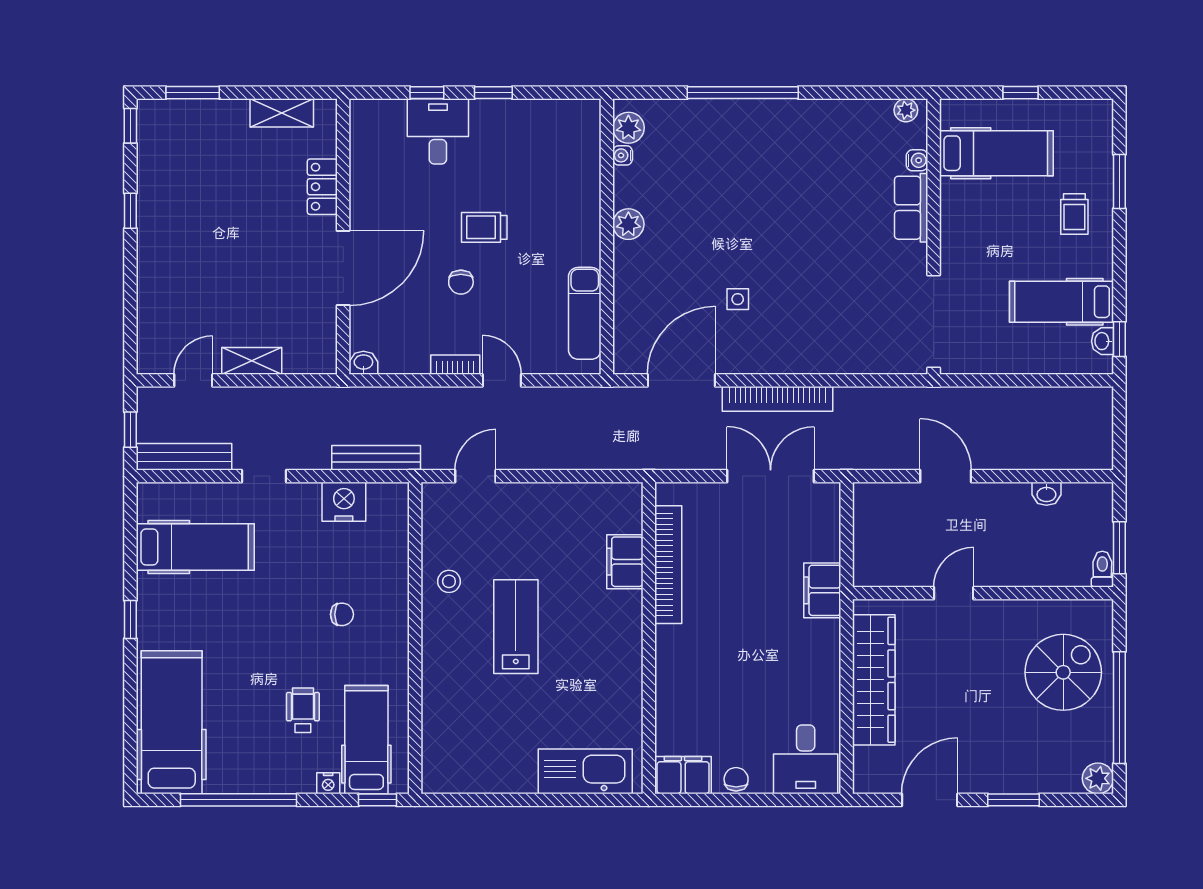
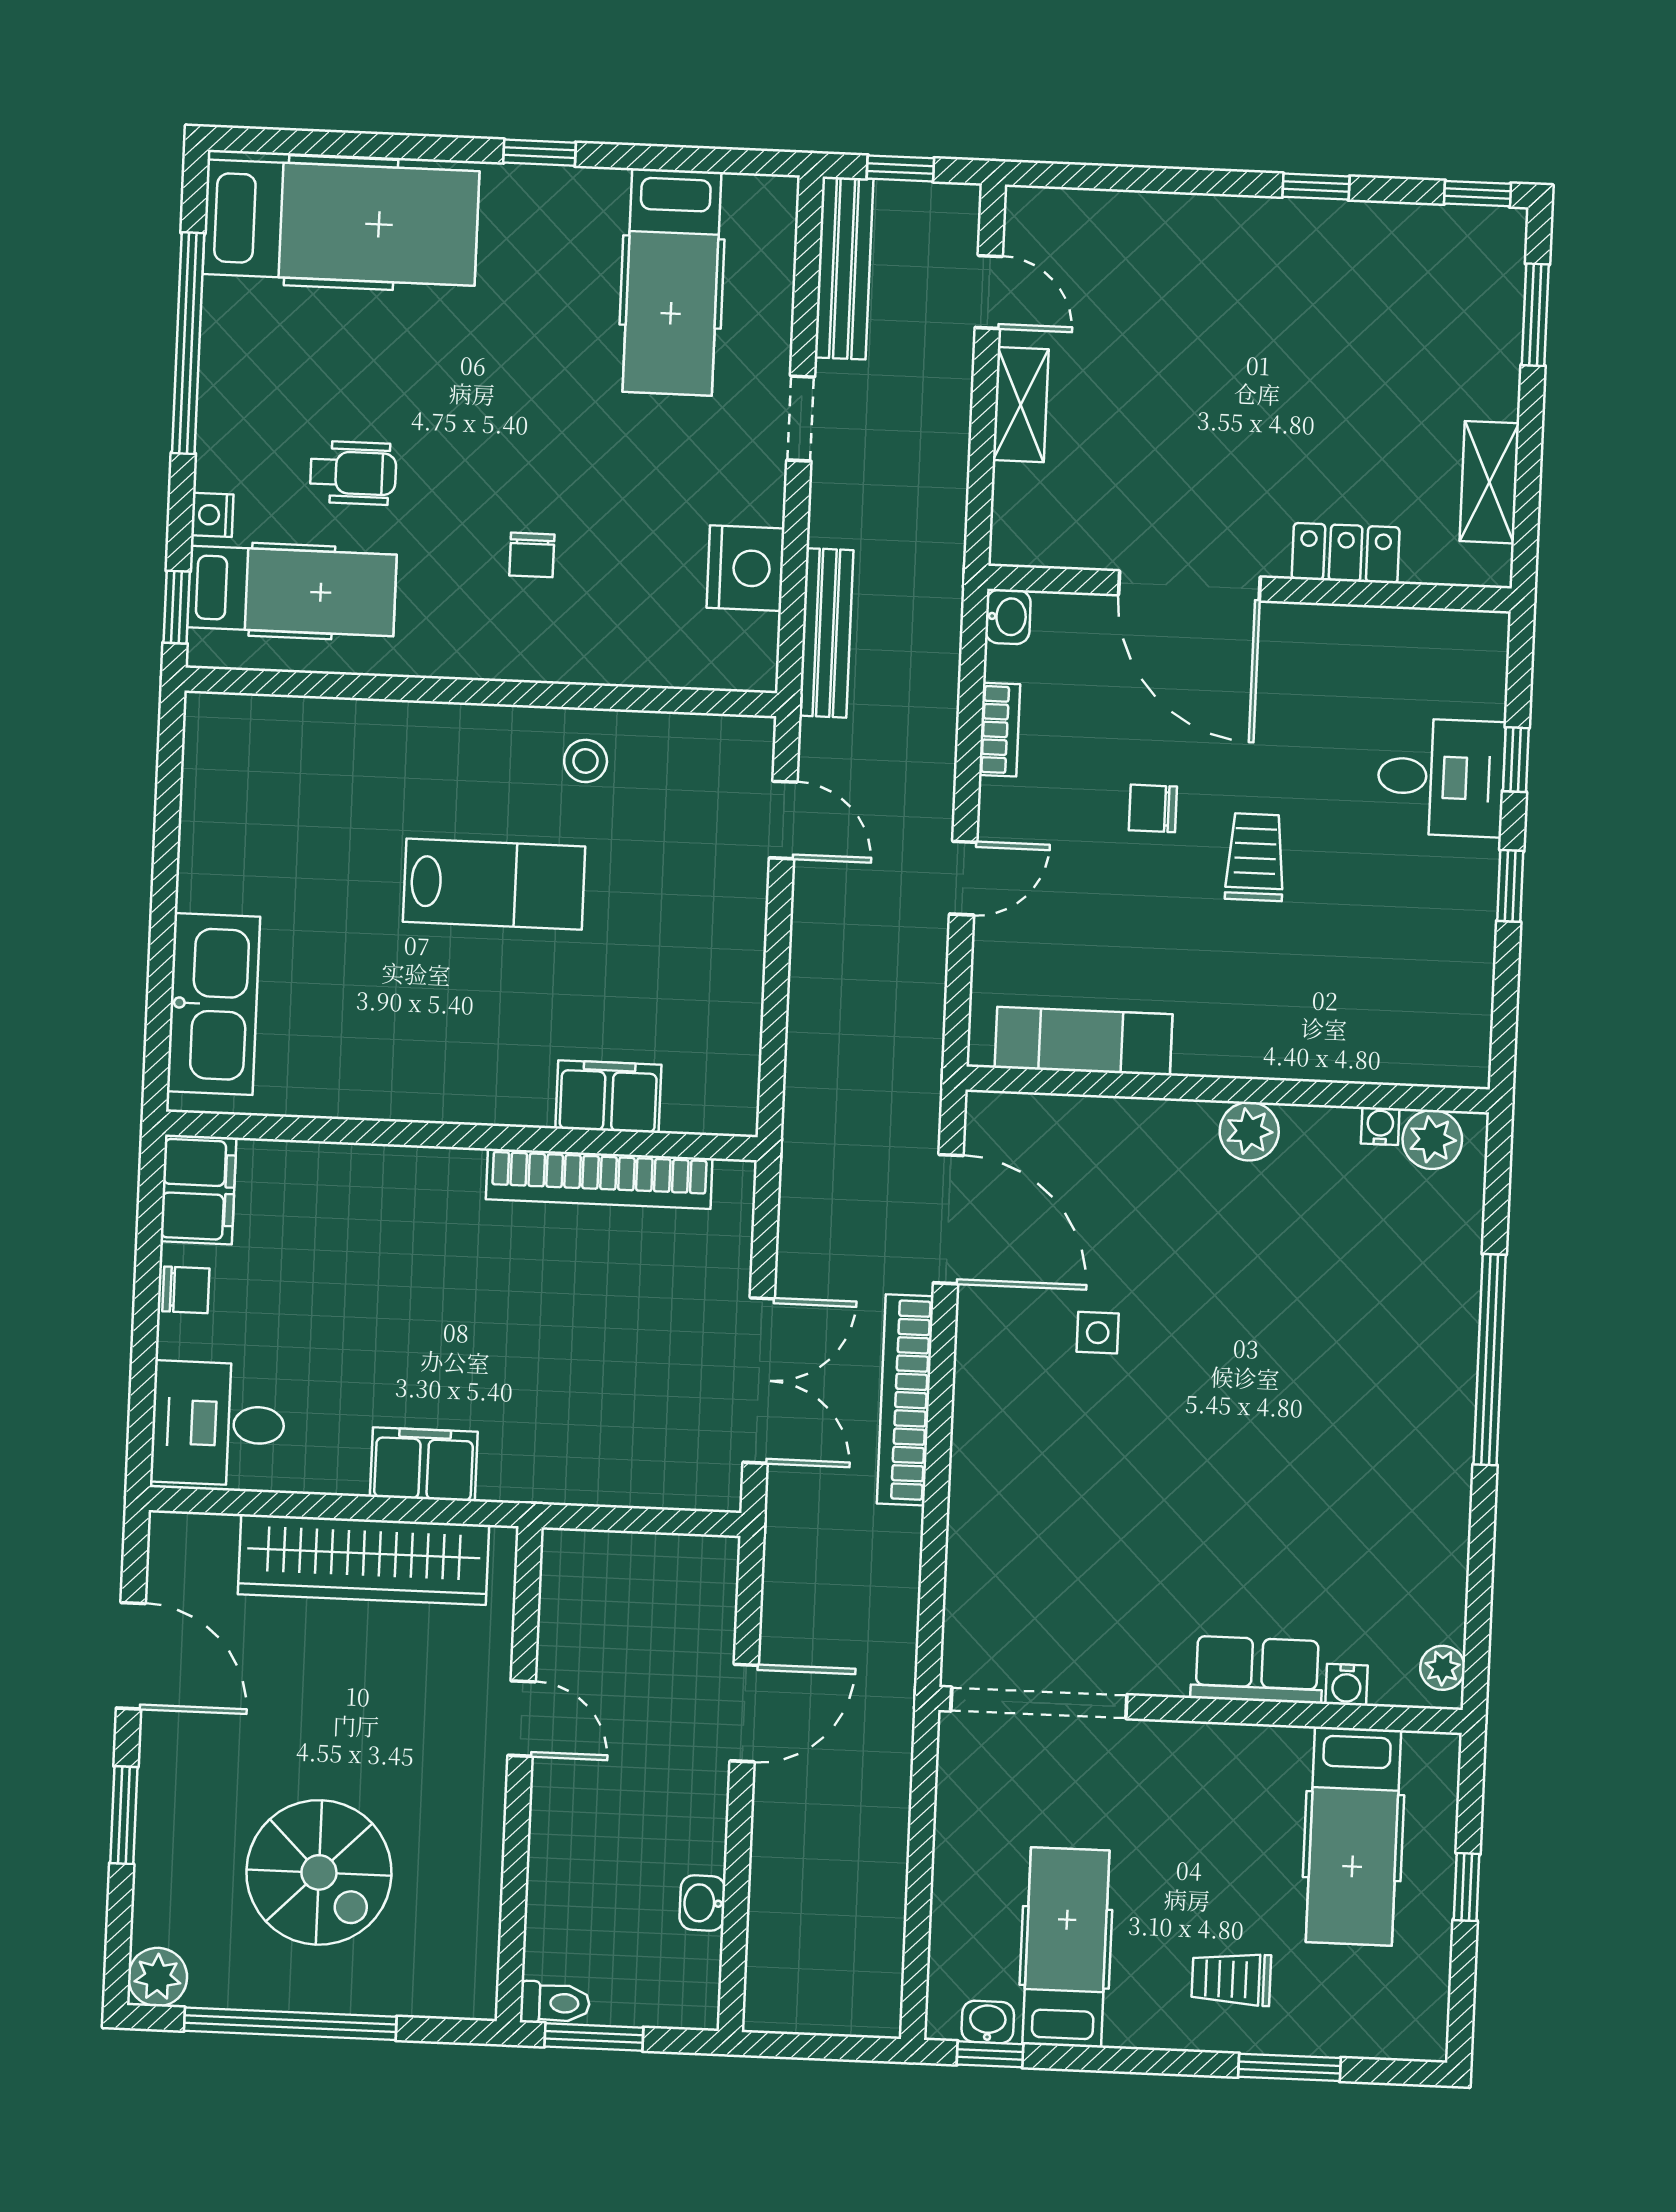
bookcase: (455, 365) -> (1000, 730), moved
filing cabinet: (822, 590) -> (424, 1464), moved
spiral stairs: (1063, 672) -> (319, 1872), moved

